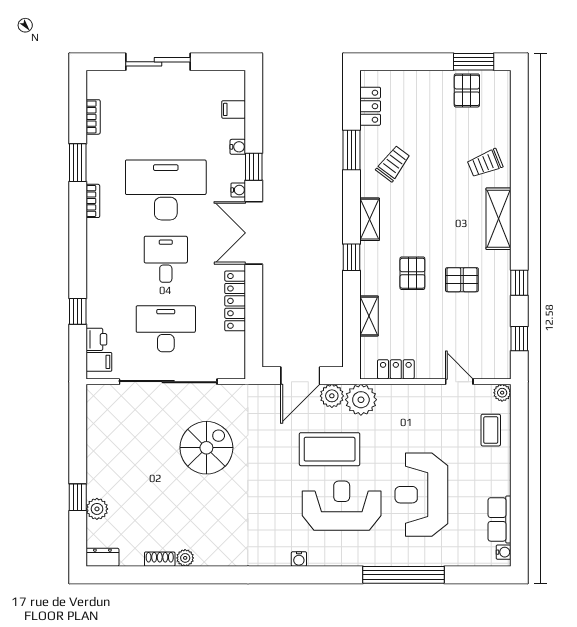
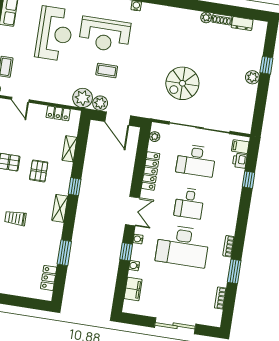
filing cabinet: (234, 109) -> (133, 289), width x2.00
trolley: (393, 164) -> (15, 218), moved, turned 53
double door: (254, 233) -> (132, 211), width x0.73
plant: (237, 356) -> (155, 137), added
door: (300, 376) -> (118, 119), swing flipped
coffee table: (330, 449) -> (107, 71), width x0.54, depth x0.58
plant: (97, 509) -> (252, 77), moved
dresser: (102, 557) -> (242, 24), moved

